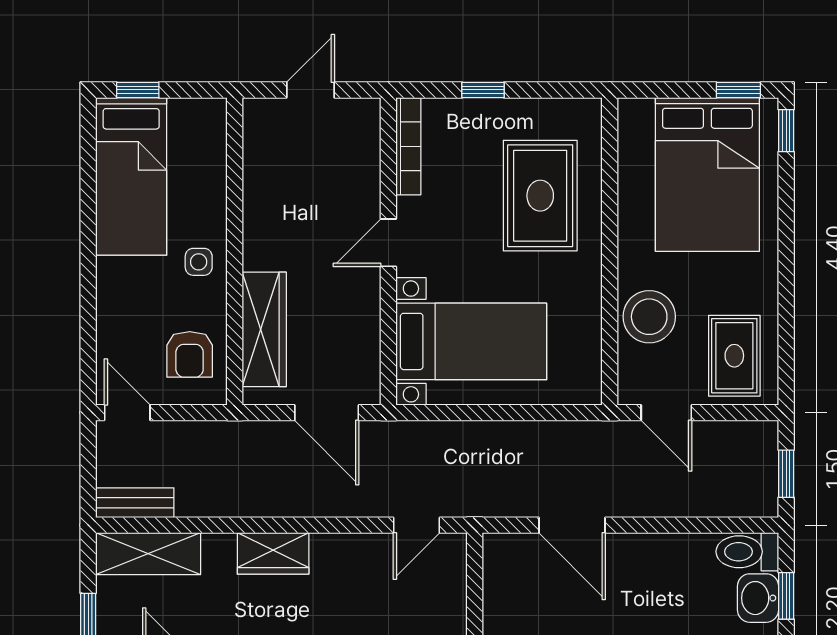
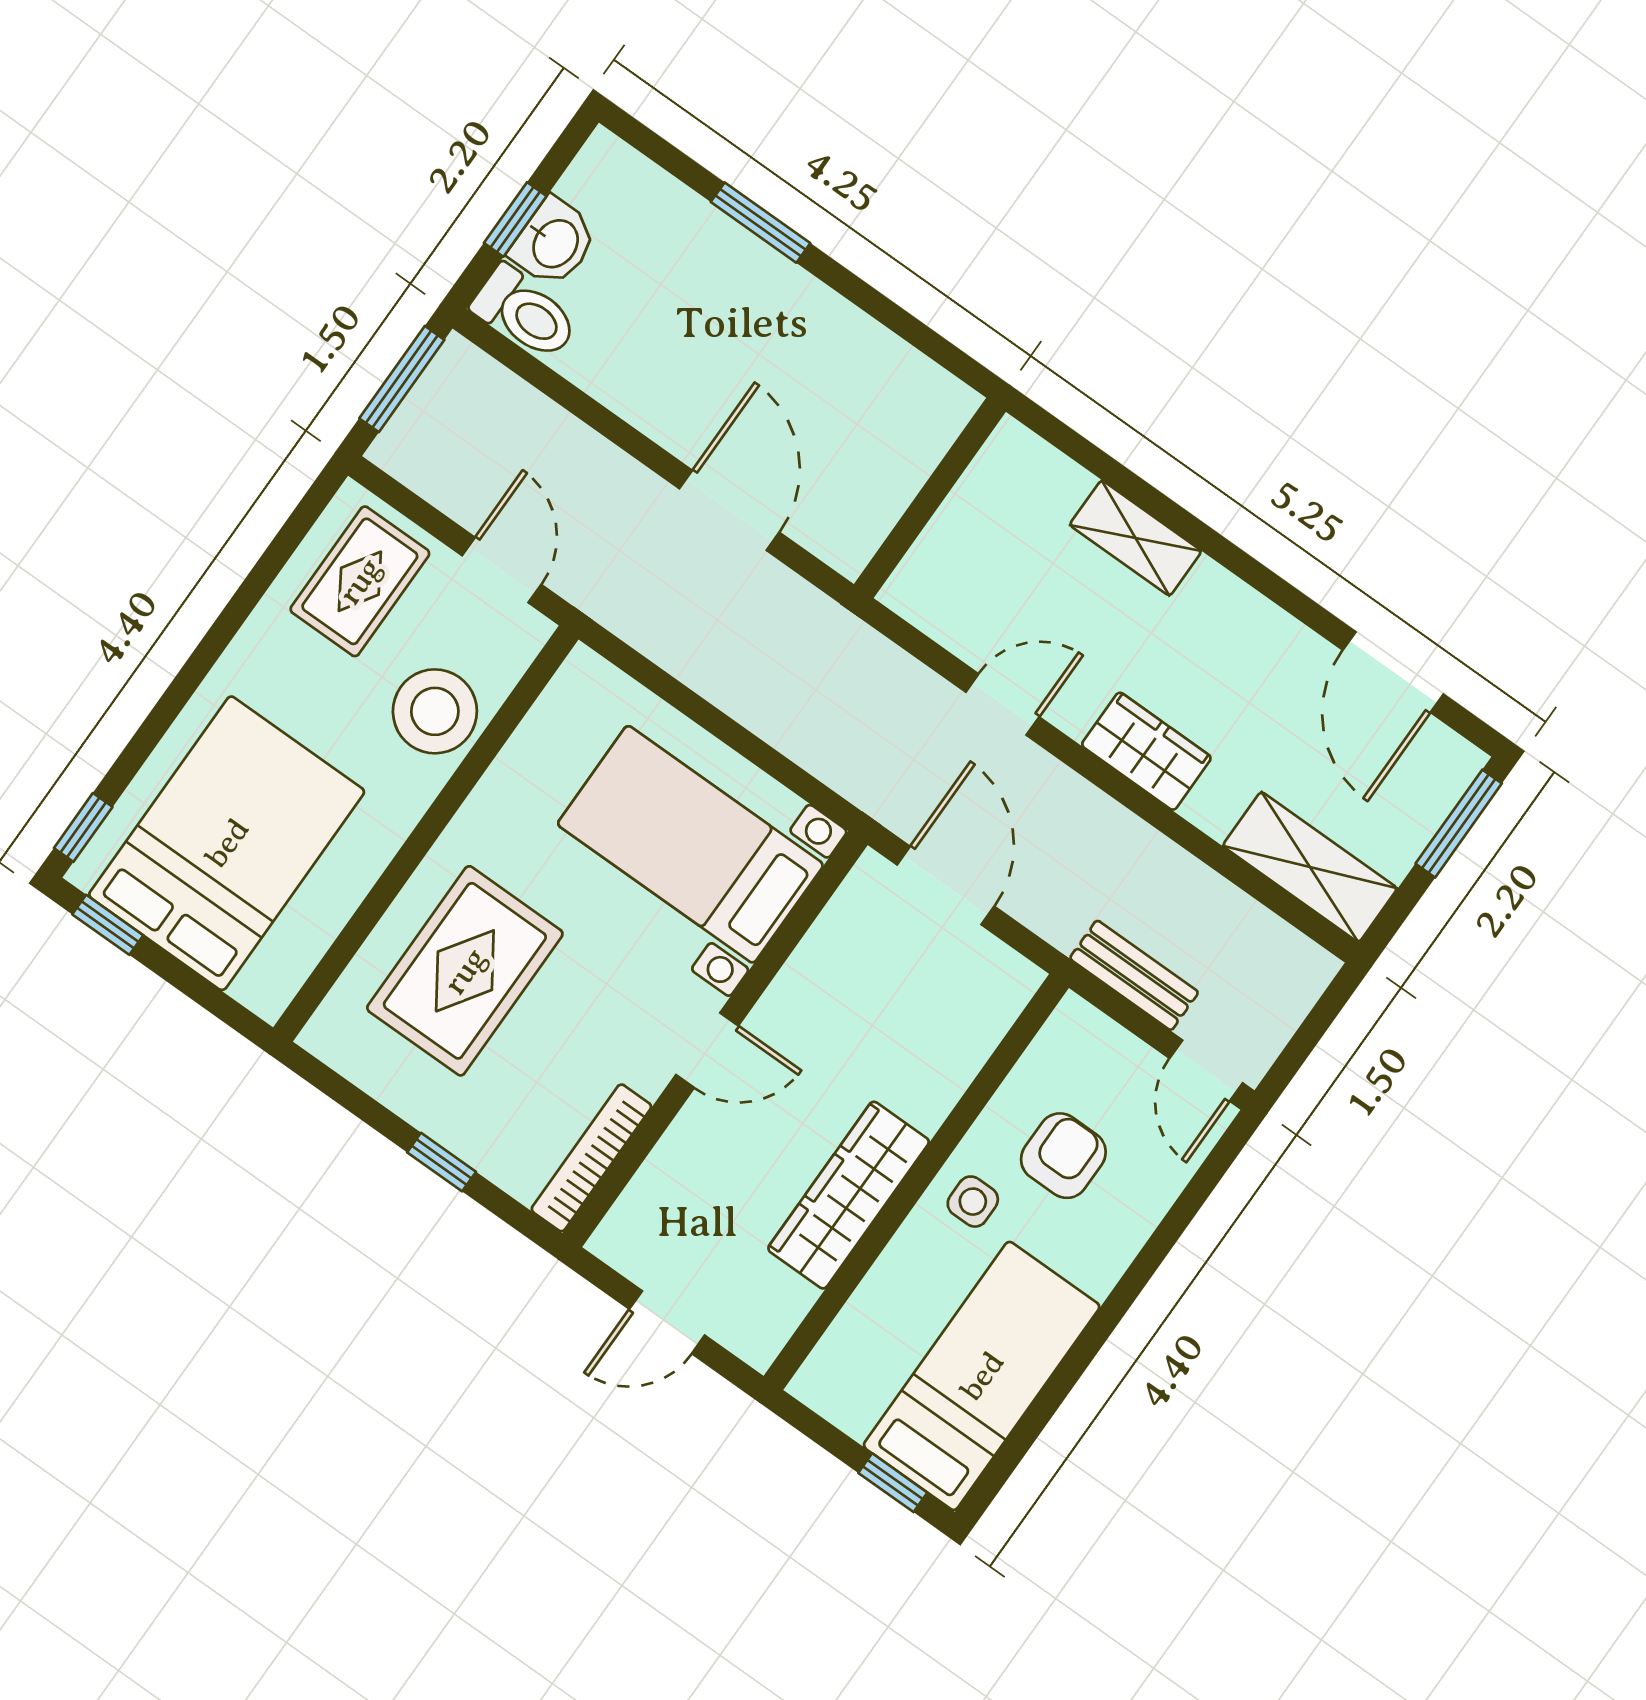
wardrobe: (264, 329) -> (849, 1195), moved
armchair: (190, 354) -> (1063, 1156), moved
window: (786, 474) -> (402, 379), width x1.50
bench: (135, 503) -> (1134, 975), moved
door: (416, 525) -> (1002, 704), moved

